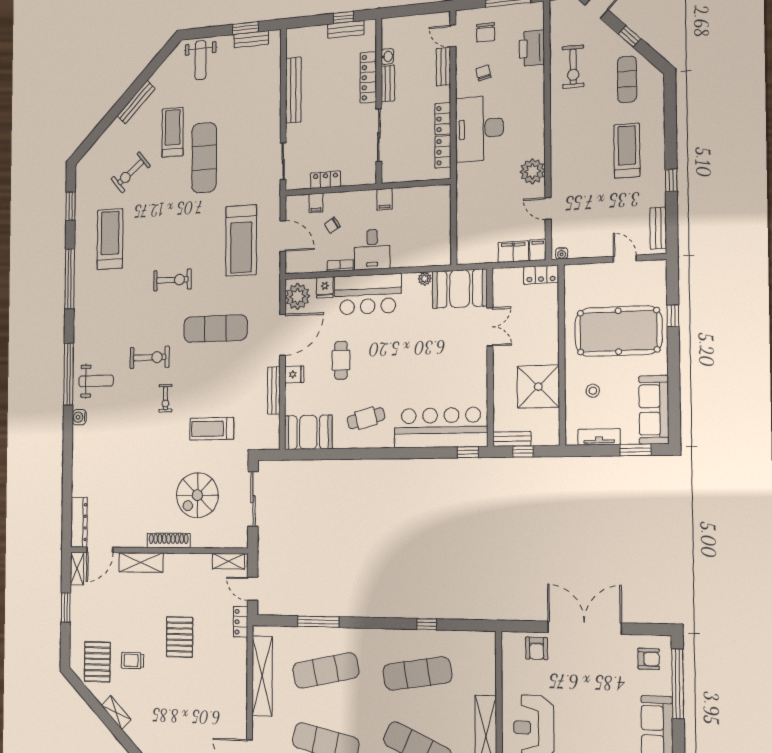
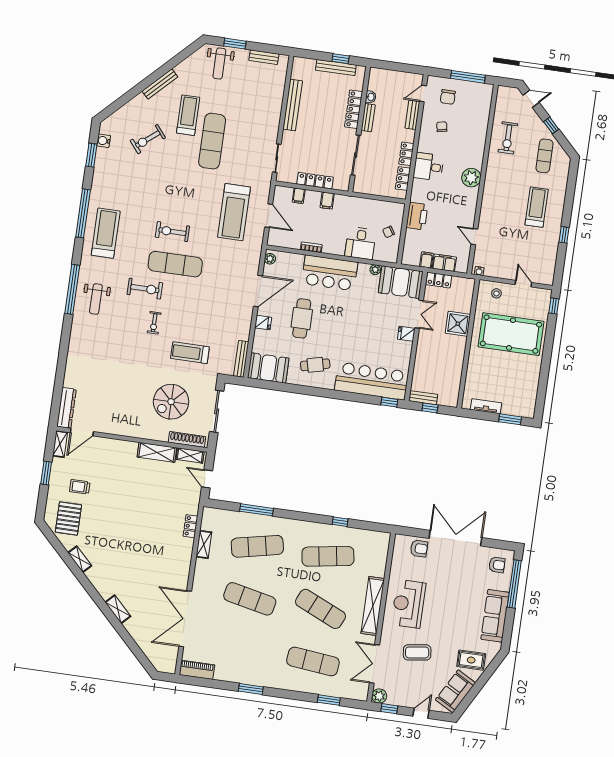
window: (245, 28) -> (235, 44), moved
bench: (346, 29) -> (336, 68), width x1.36
door: (453, 36) -> (423, 94), hinge flipped
printer: (532, 48) -> (417, 216), moved, turned 180
desk: (479, 129) -> (429, 167), width x0.53, depth x0.77
plant: (532, 171) -> (471, 178), moved
locker: (325, 180) -> (315, 181), width x1.53
filing cabinet: (385, 199) -> (327, 201), moved
chair: (332, 225) -> (389, 232), moved
bench: (658, 228) -> (550, 267), removed
treadmill: (110, 239) -> (106, 233), moved
desk: (372, 249) -> (360, 243), moved
filing cabinet: (538, 250) -> (426, 260), moved
locker: (541, 275) -> (439, 280), moved
exercise bike: (172, 280) -> (172, 232), turned 180
fridge: (325, 287) -> (406, 334), moved, turned 90
plant: (298, 297) -> (270, 259), width x0.53, depth x0.53
window: (673, 316) -> (554, 306), moved
exercise mat: (215, 329) -> (175, 264), moved
cafe table: (341, 360) -> (302, 318), width x1.37, depth x1.35
weight bench: (96, 381) -> (96, 299), turned 90
shower: (538, 387) -> (458, 324), moved, width x0.73, depth x0.73
bench: (274, 390) -> (241, 359), moved
stool: (593, 391) -> (496, 293), moved
sofa: (654, 410) -> (527, 393), removed
water cooler: (79, 417) -> (104, 141), moved
shoe rack: (169, 541) -> (187, 439), moved
shelving: (141, 562) -> (157, 452), moved
locker: (241, 622) -> (190, 526), moved
pallet: (180, 637) -> (142, 508), removed
armchair: (537, 648) -> (419, 548), turned -90
trolley: (133, 660) -> (80, 487), moved
shelving: (262, 676) -> (204, 544), width x0.45, depth x0.75

